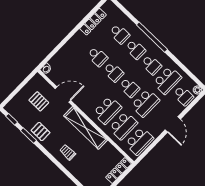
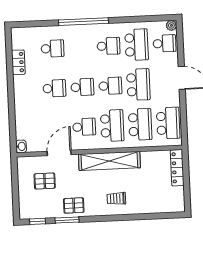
locker: (93, 22) -> (18, 62), width x0.66
school desk: (135, 49) -> (84, 127), moved

